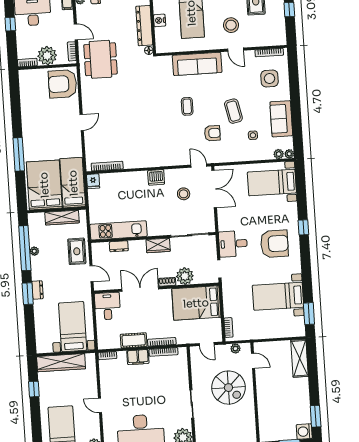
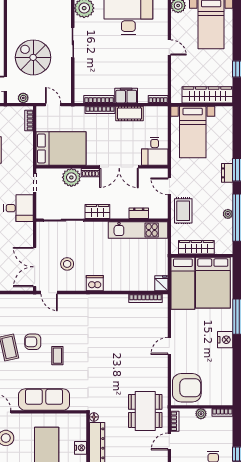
door: (76, 32) -> (169, 441), hinge flipped
plant: (47, 56) -> (201, 414), width x0.53, depth x0.53
nightstand: (29, 132) -> (225, 340), added
armchair: (212, 133) -> (33, 342), moved

